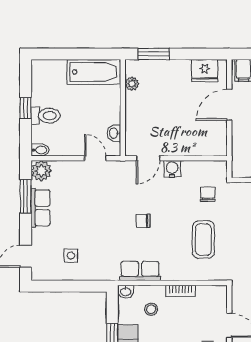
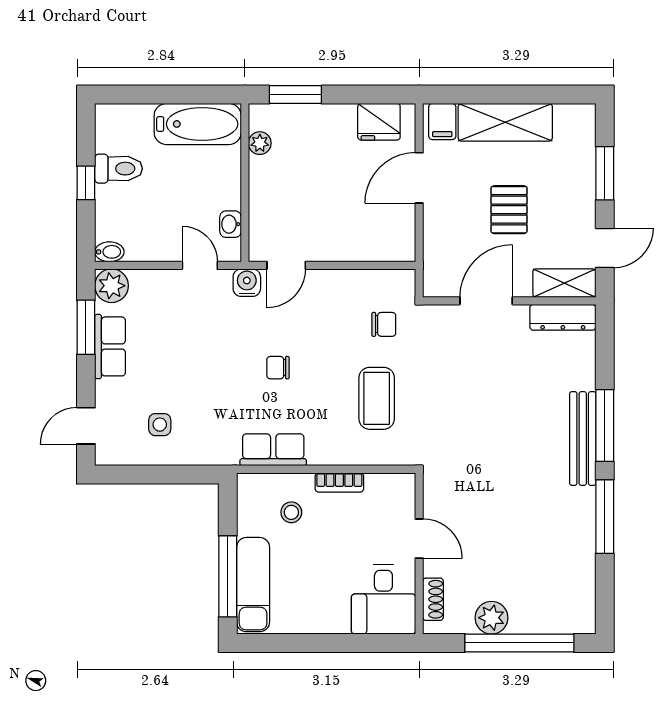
toilet: (46, 116) -> (119, 169), moved
water cooler: (172, 169) -> (247, 283), moved
chair: (208, 194) -> (384, 324), turned 90
washbasin: (126, 291) -> (250, 483), removed

